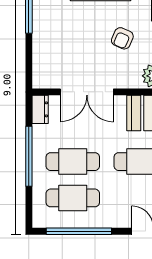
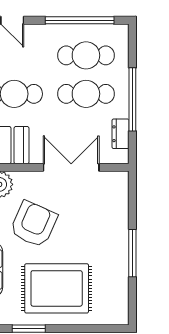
armchair: (122, 38) -> (34, 224), width x1.88, depth x1.88
dresser: (40, 109) -> (120, 134), moved

